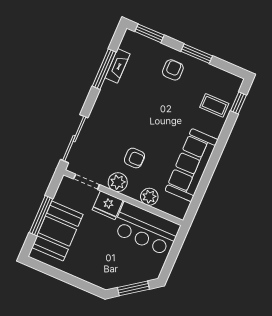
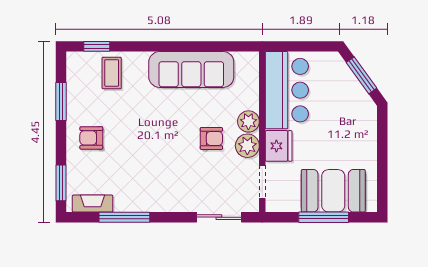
window: (197, 54) -> (61, 101), moved
fireplace: (117, 66) -> (93, 203), moved
sliding door: (74, 139) -> (219, 217), width x0.73
armchair: (134, 158) -> (211, 138), turned 90
plant: (149, 197) -> (248, 121), moved

